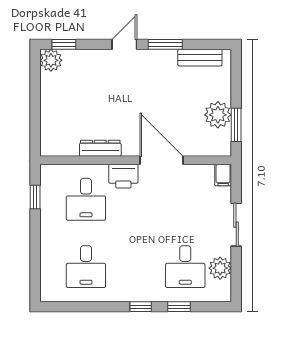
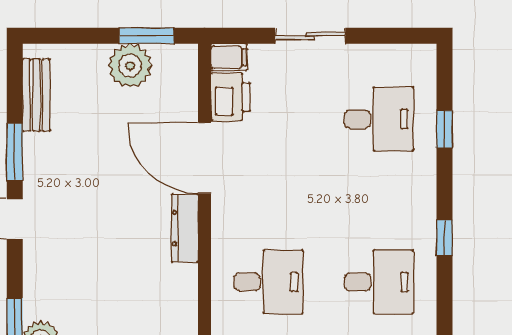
dresser: (100, 148) -> (185, 228), moved
door: (161, 160) -> (204, 158), hinge flipped
printer: (123, 176) -> (230, 97), moved
plant: (220, 268) -> (381, 62), removed
window: (141, 307) -> (444, 238), moved

